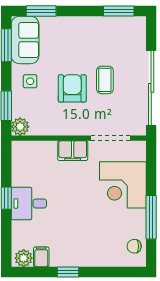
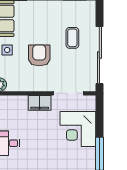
coffee table: (105, 80) -> (72, 38), moved

